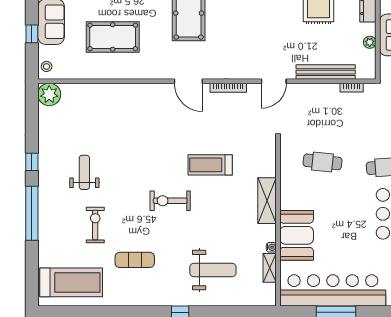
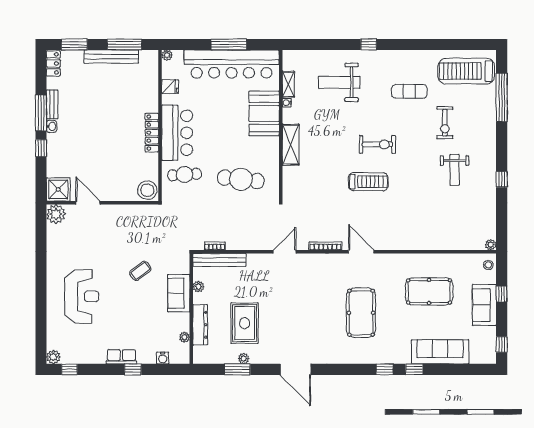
bench: (326, 72) -> (219, 260), moved
plant: (49, 94) -> (491, 245), width x0.53, depth x0.53
cafe table: (323, 162) -> (241, 179), width x1.37, depth x1.35
treadmill: (210, 165) -> (368, 182), moved
window: (32, 213) -> (502, 98), moved

